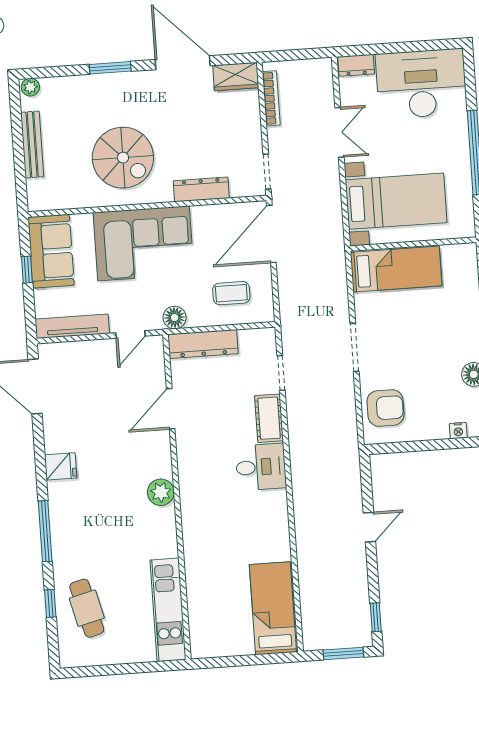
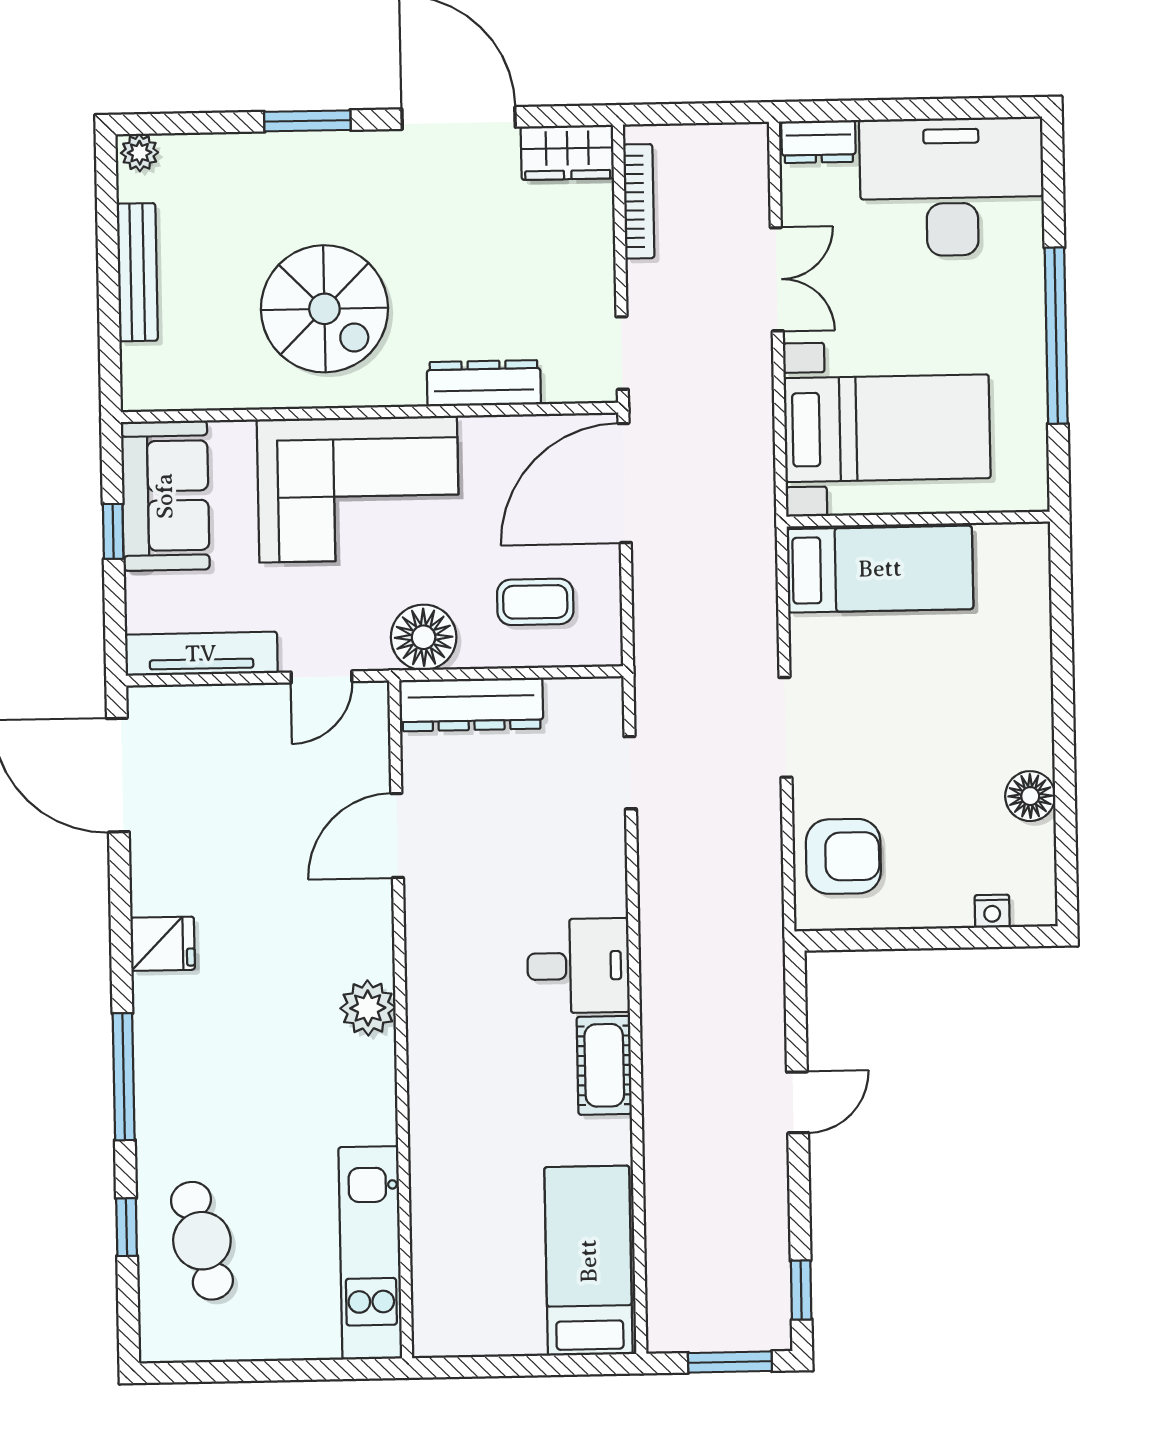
floor lamp: (175, 318) -> (424, 637), width x1.38, depth x1.38
cot: (269, 418) -> (604, 1065), moved

